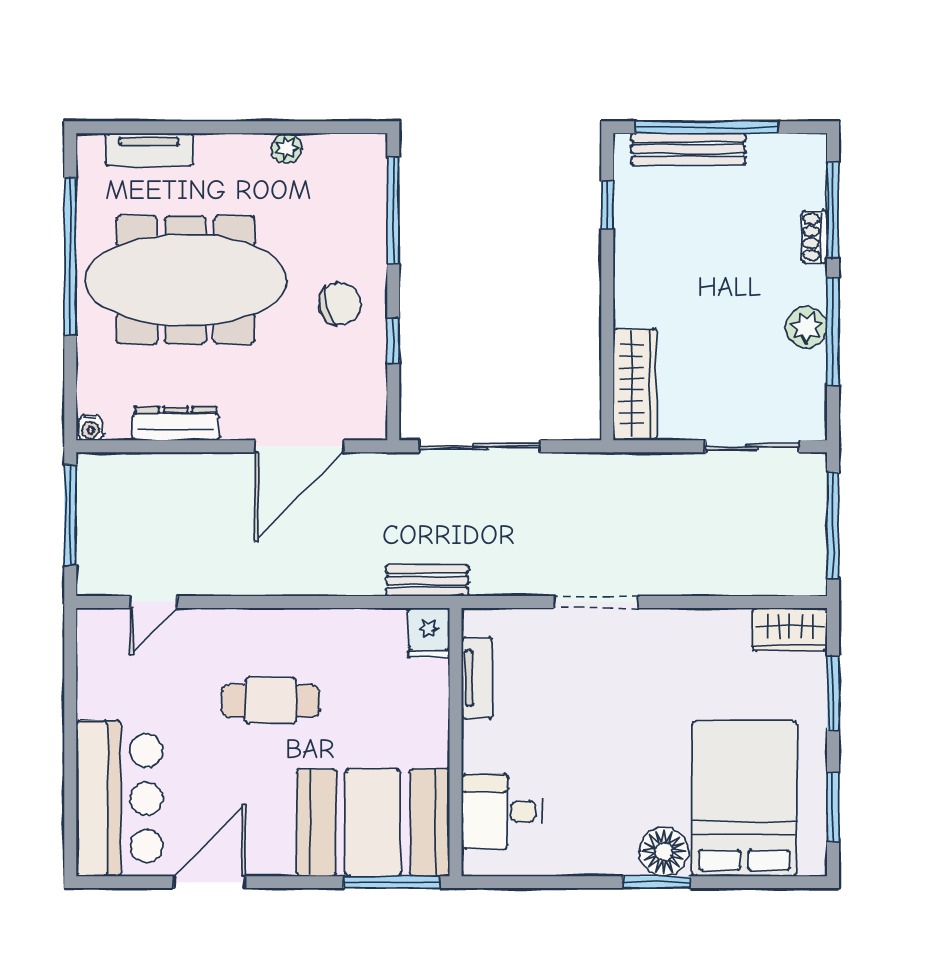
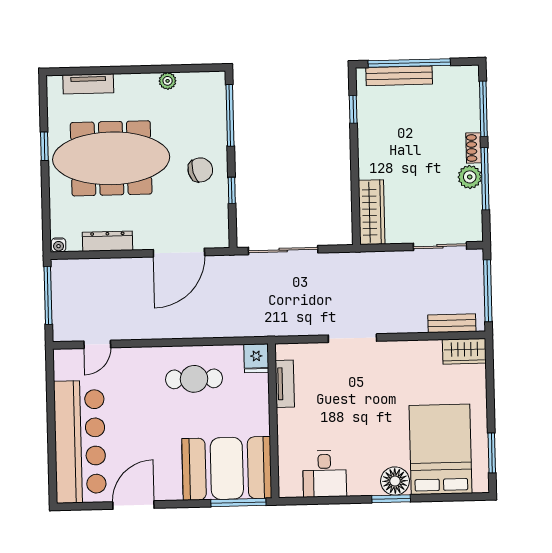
shoe rack: (814, 237) -> (474, 148), moved
window: (70, 256) -> (44, 146), width x0.32
bench: (427, 580) -> (452, 323), moved
window: (833, 693) -> (490, 387), removed
cafe table: (271, 701) -> (194, 379), moved
bar counter: (119, 798) -> (80, 442), width x1.36
desk: (501, 811) -> (325, 474), moved, turned -90

